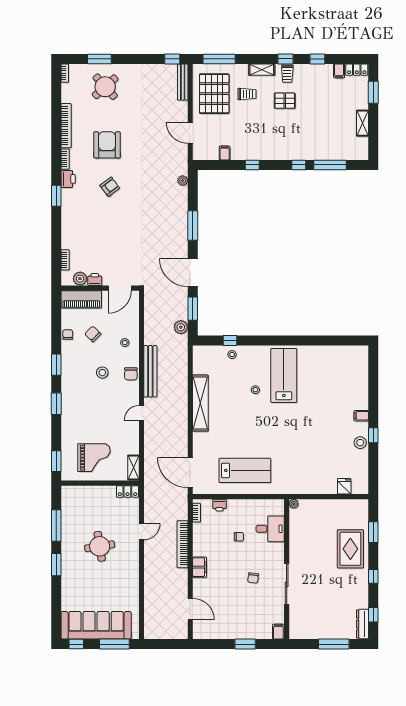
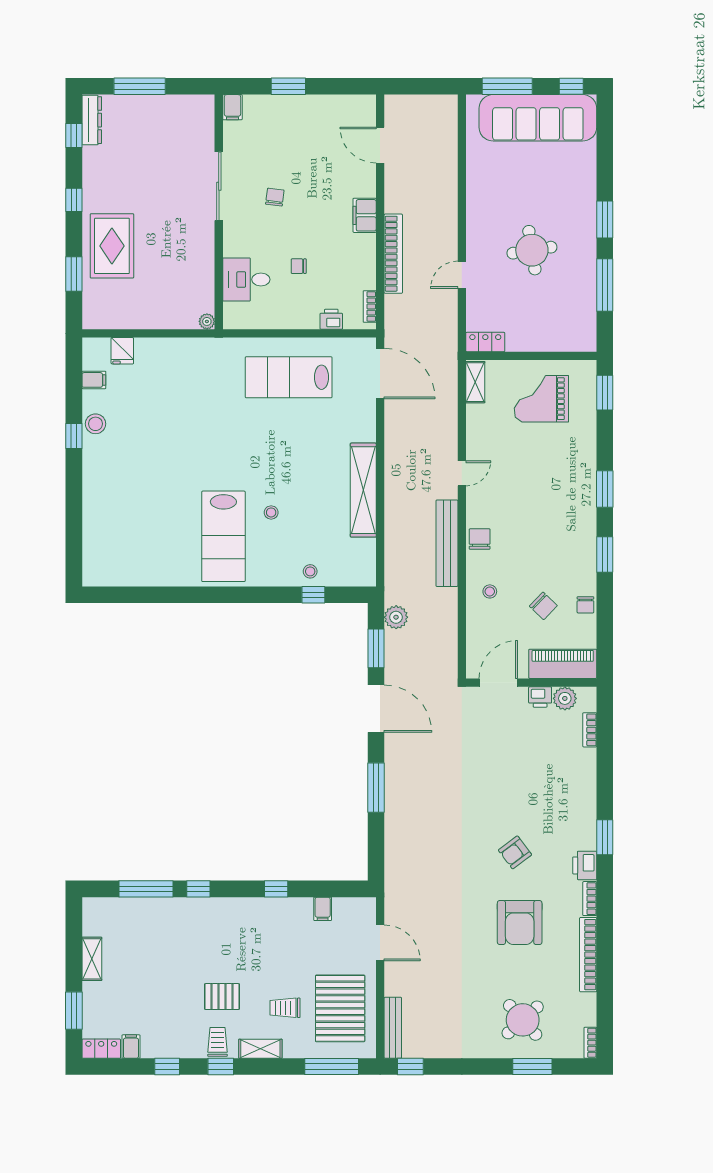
plant: (183, 181) -> (393, 863), removed
stool: (102, 373) -> (527, 541), removed
filing cabinet: (361, 416) -> (94, 380), moved

